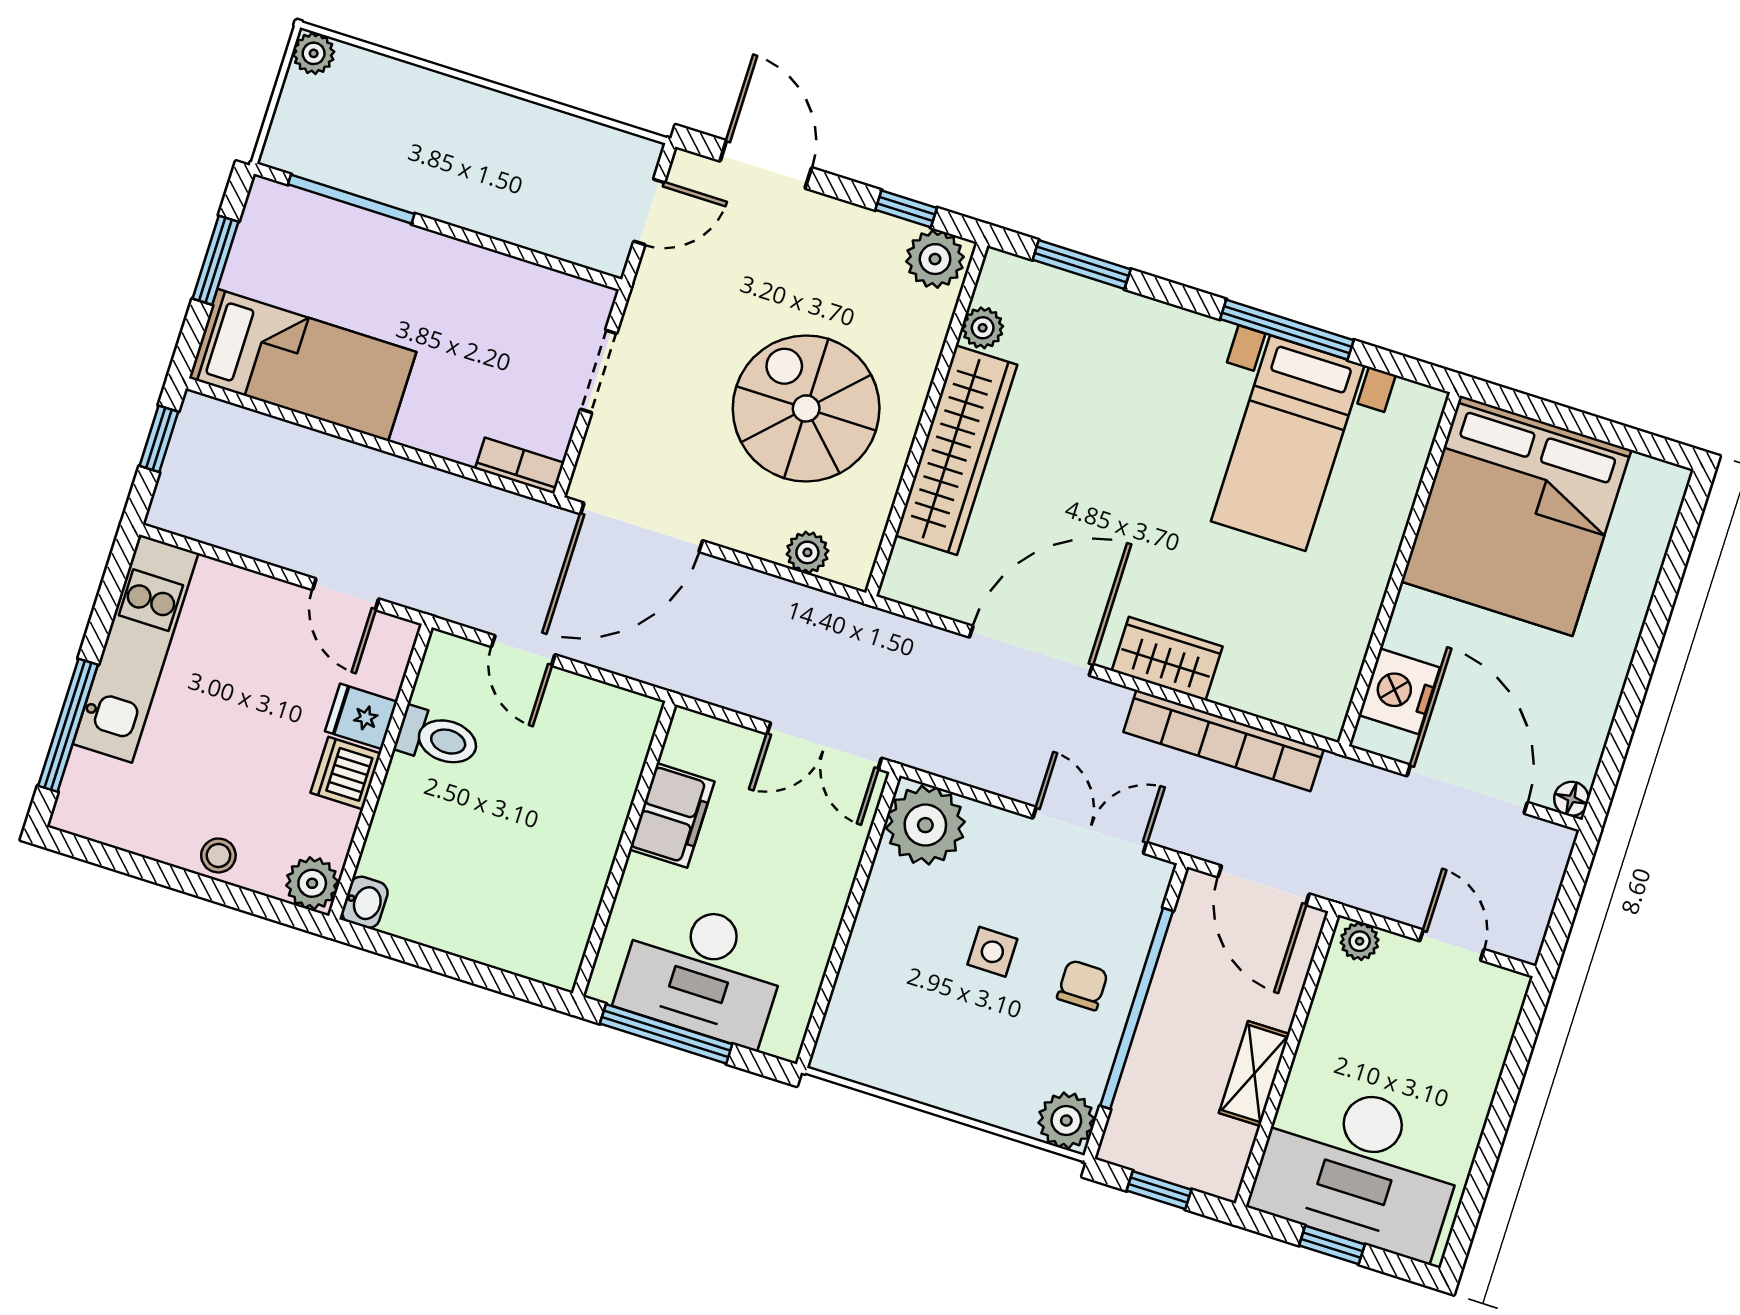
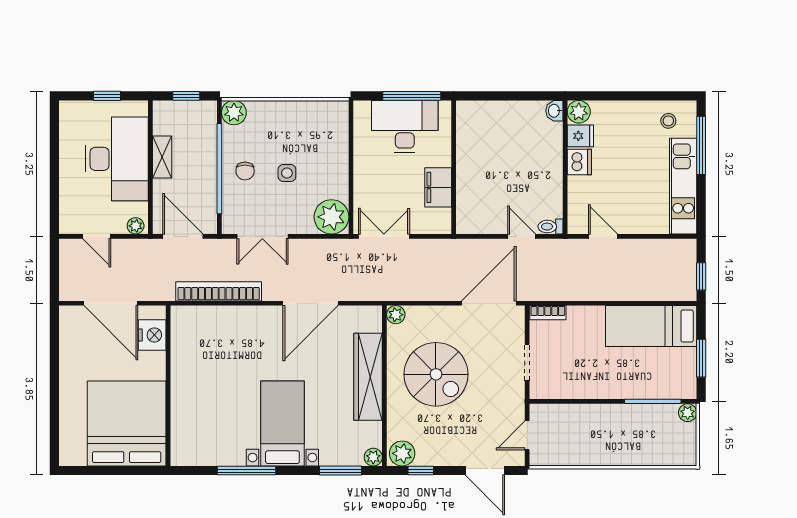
plant: (314, 53) -> (688, 413), moved
plant: (983, 328) -> (373, 457), moved
bed with nightstands: (1288, 443) -> (282, 423), moved
plant: (807, 552) -> (396, 315), moved
wardrobe: (1167, 659) -> (253, 318), removed
fridge: (361, 716) -> (580, 136), moved
toilet: (438, 738) -> (550, 227), moved, width x0.73, depth x0.72
floor lamp: (1571, 799) -> (66, 313), removed
stool: (218, 855) -> (668, 121), moved
desk: (1359, 1167) -> (117, 159), moved, turned 90

